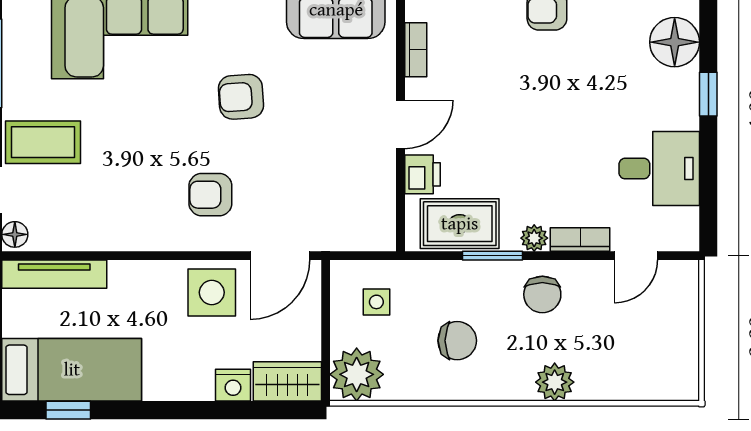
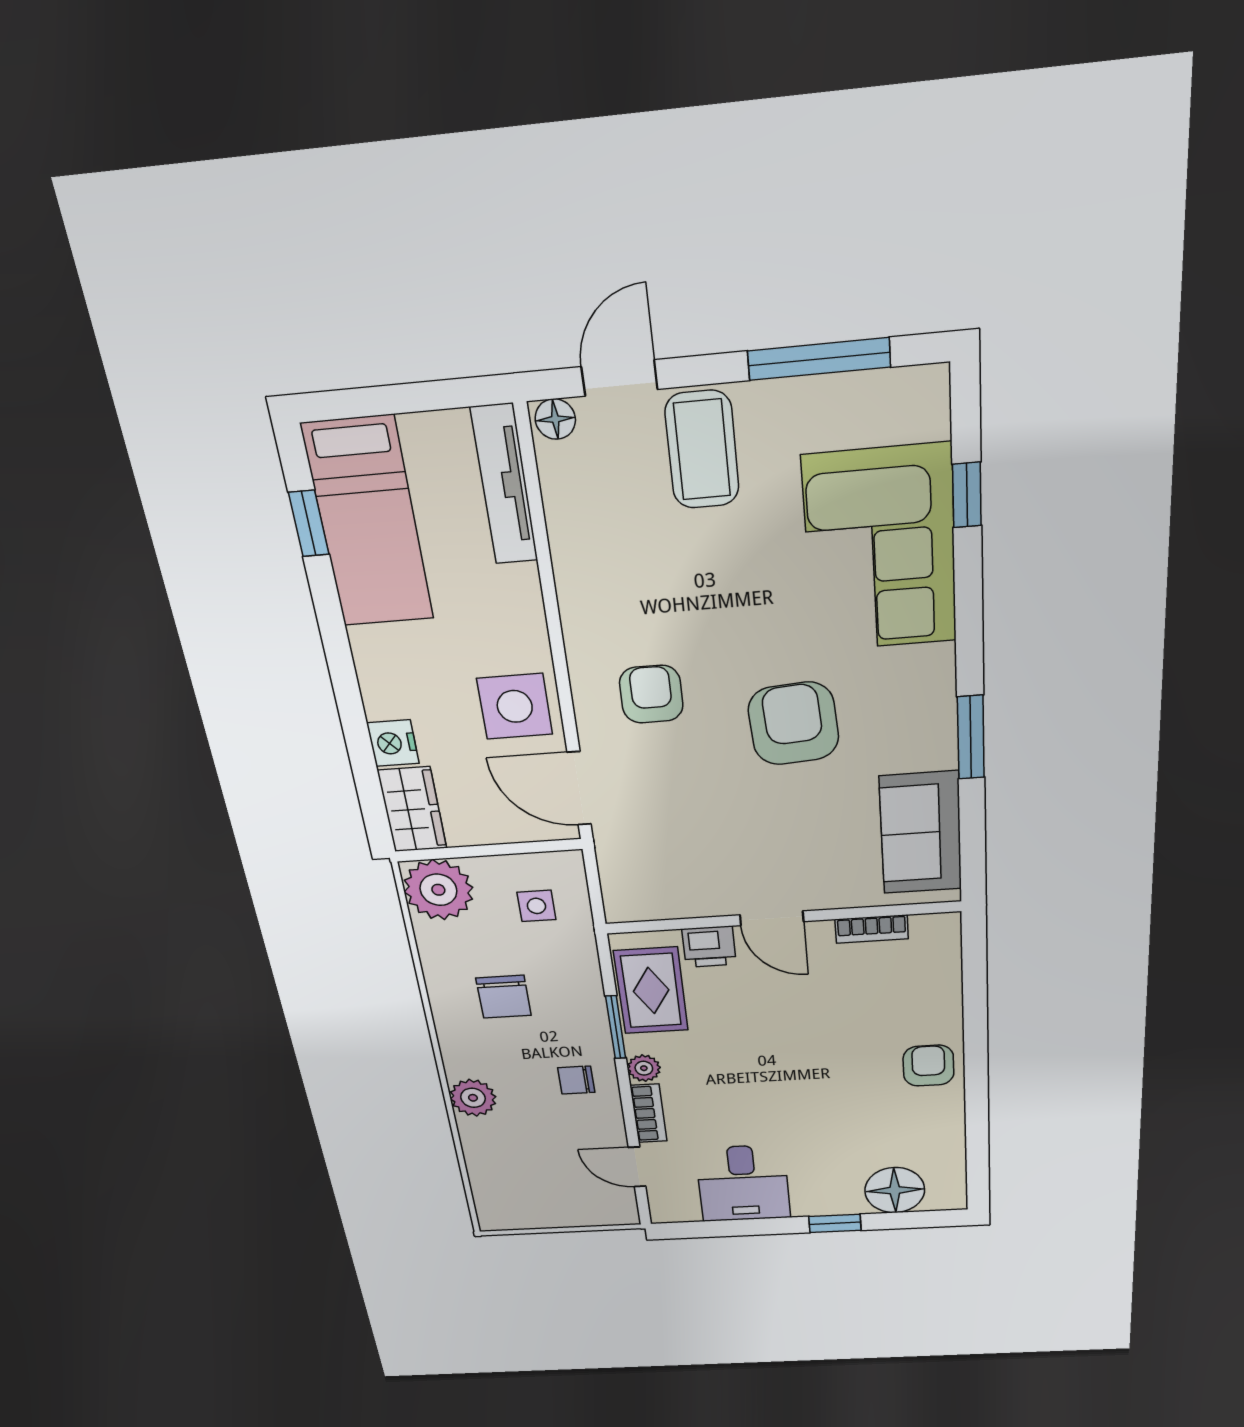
armchair: (241, 97) -> (793, 724), width x1.38, depth x1.38
chair: (542, 294) -> (576, 1080), width x0.73, depth x0.73

